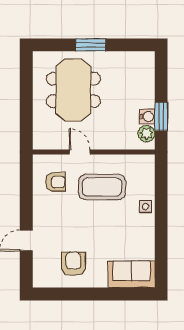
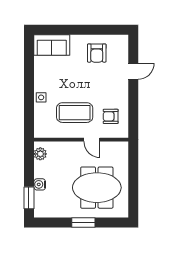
meeting table: (73, 90) -> (97, 188), turned 90
window: (161, 116) -> (29, 198), moved
water cooler: (147, 117) -> (40, 184), moved

